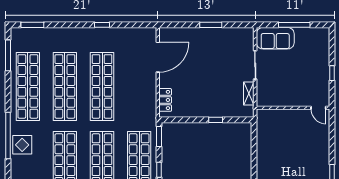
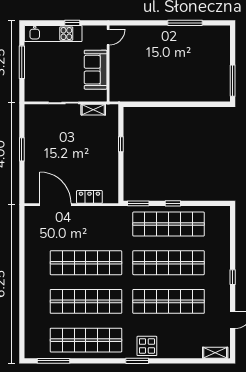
window: (32, 25) -> (22, 335), removed
window: (102, 25) -> (22, 263), removed
sofa: (275, 38) -> (96, 70), moved, turned 180
kitchen unit: (322, 55) -> (53, 34), added
locker: (165, 100) -> (89, 197), moved
window: (8, 135) -> (137, 361), width x0.47

